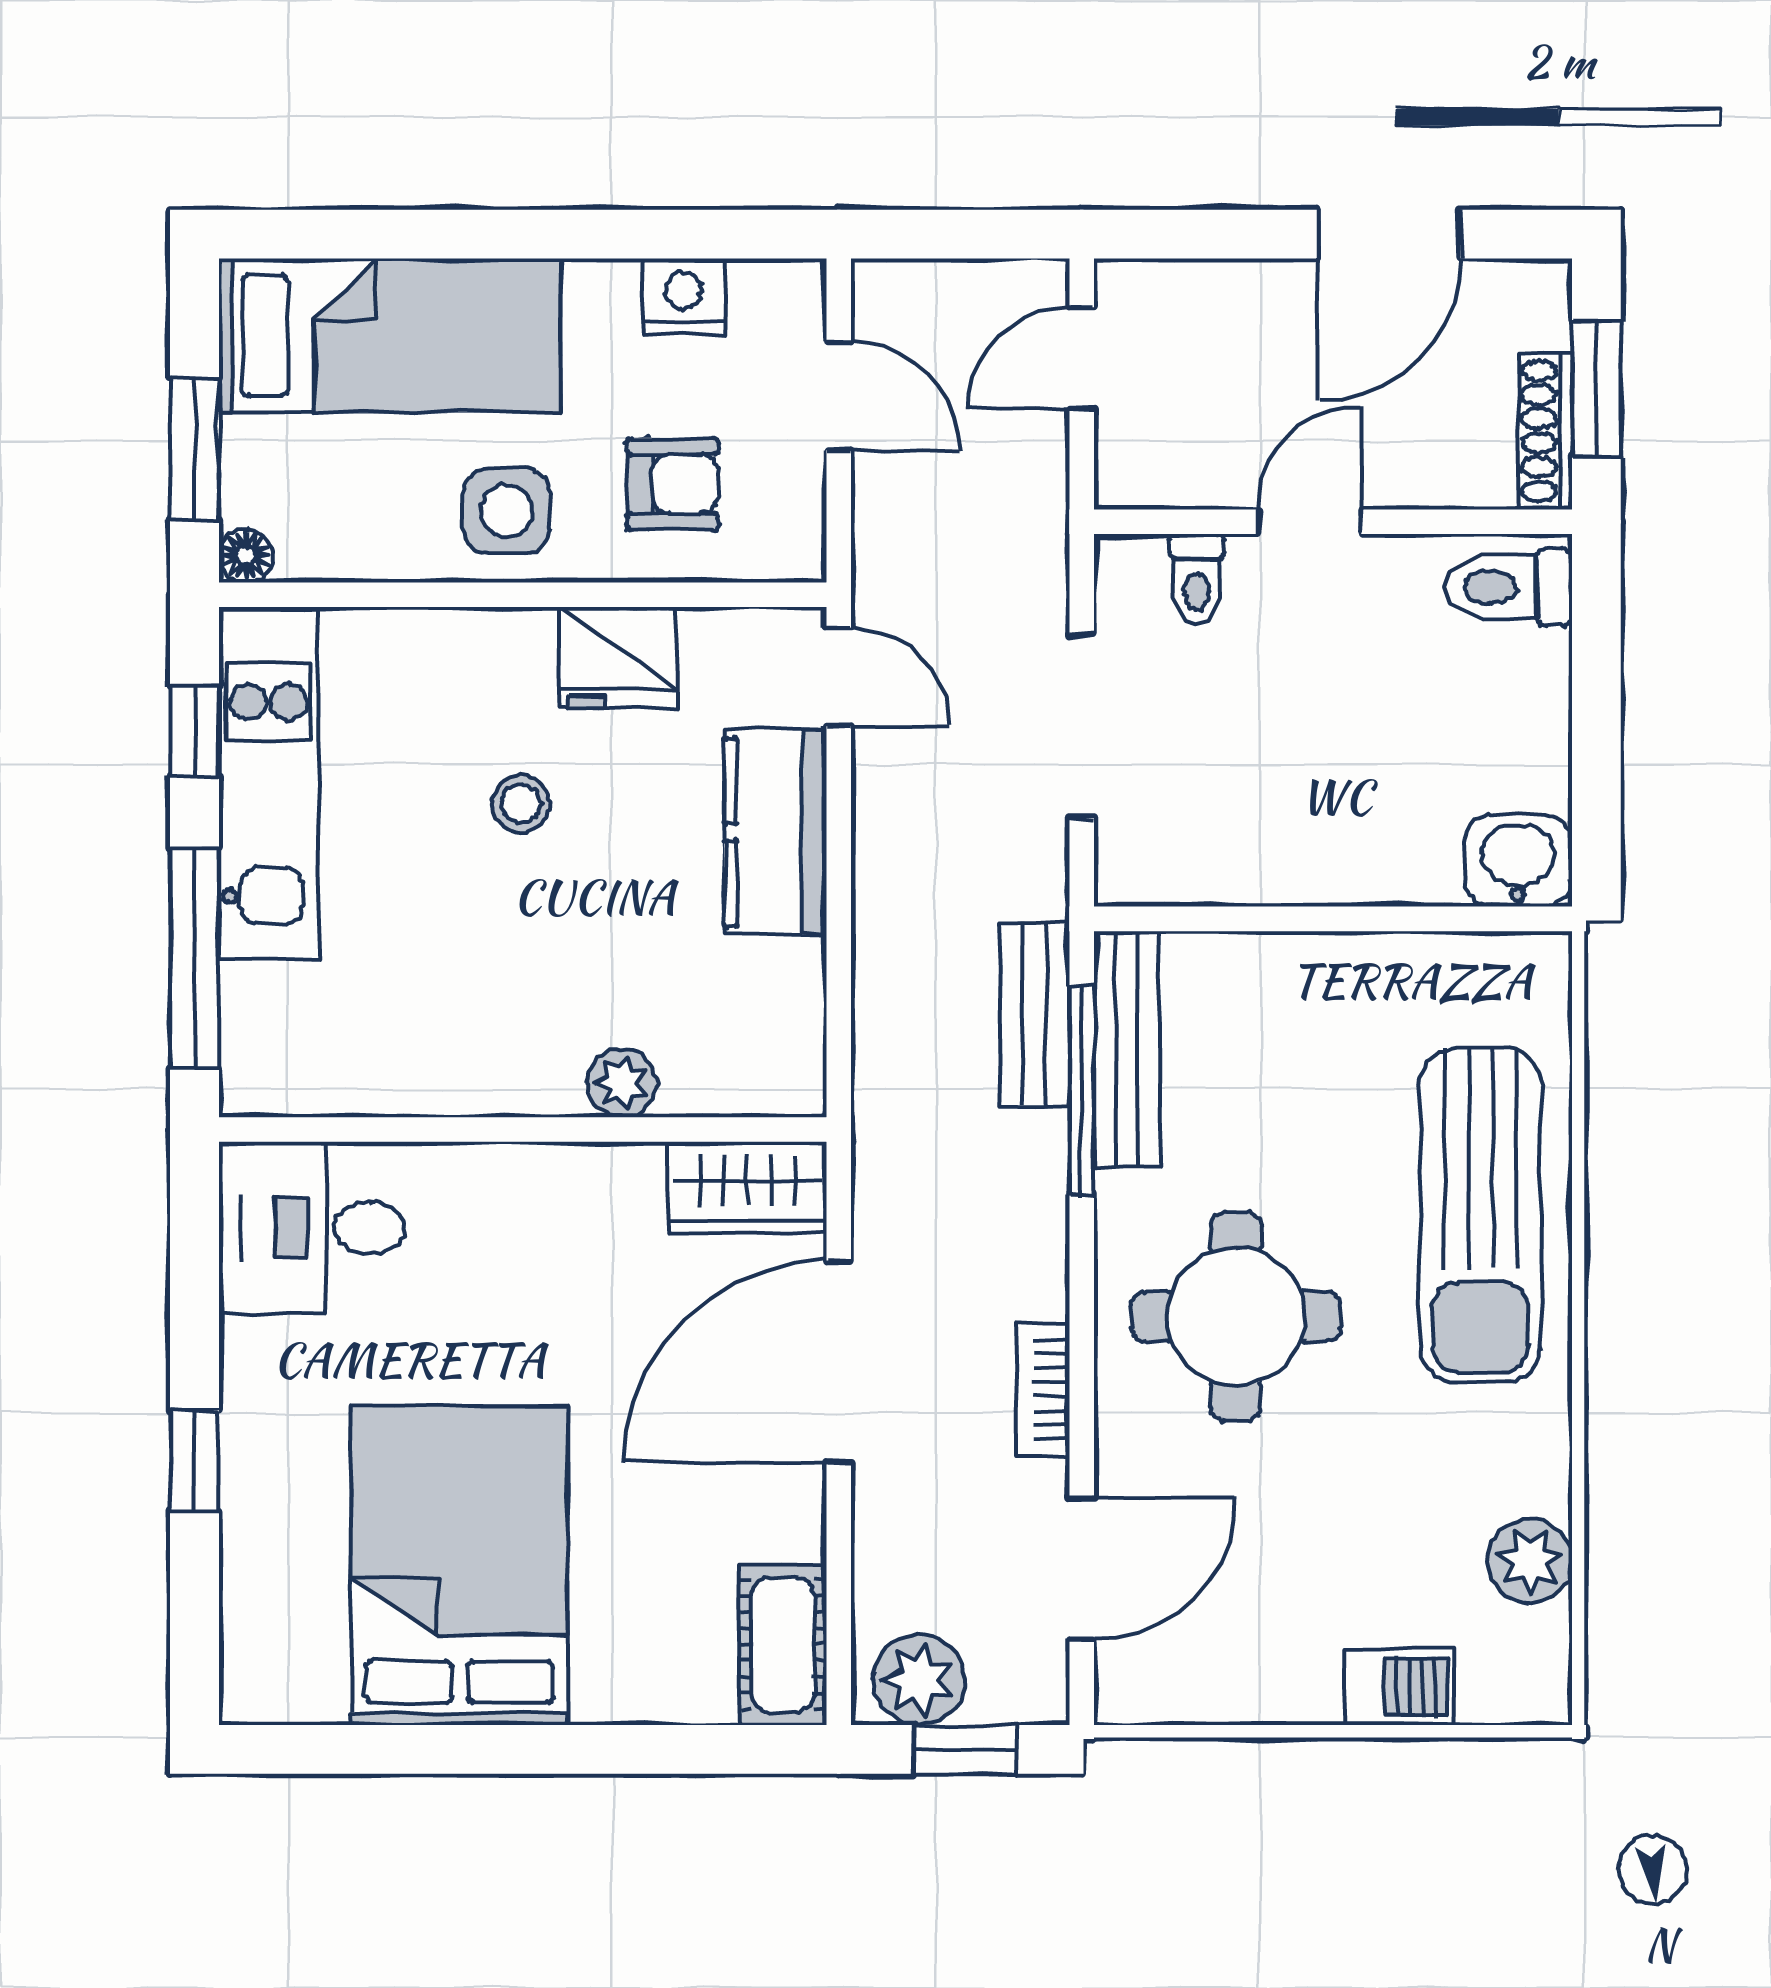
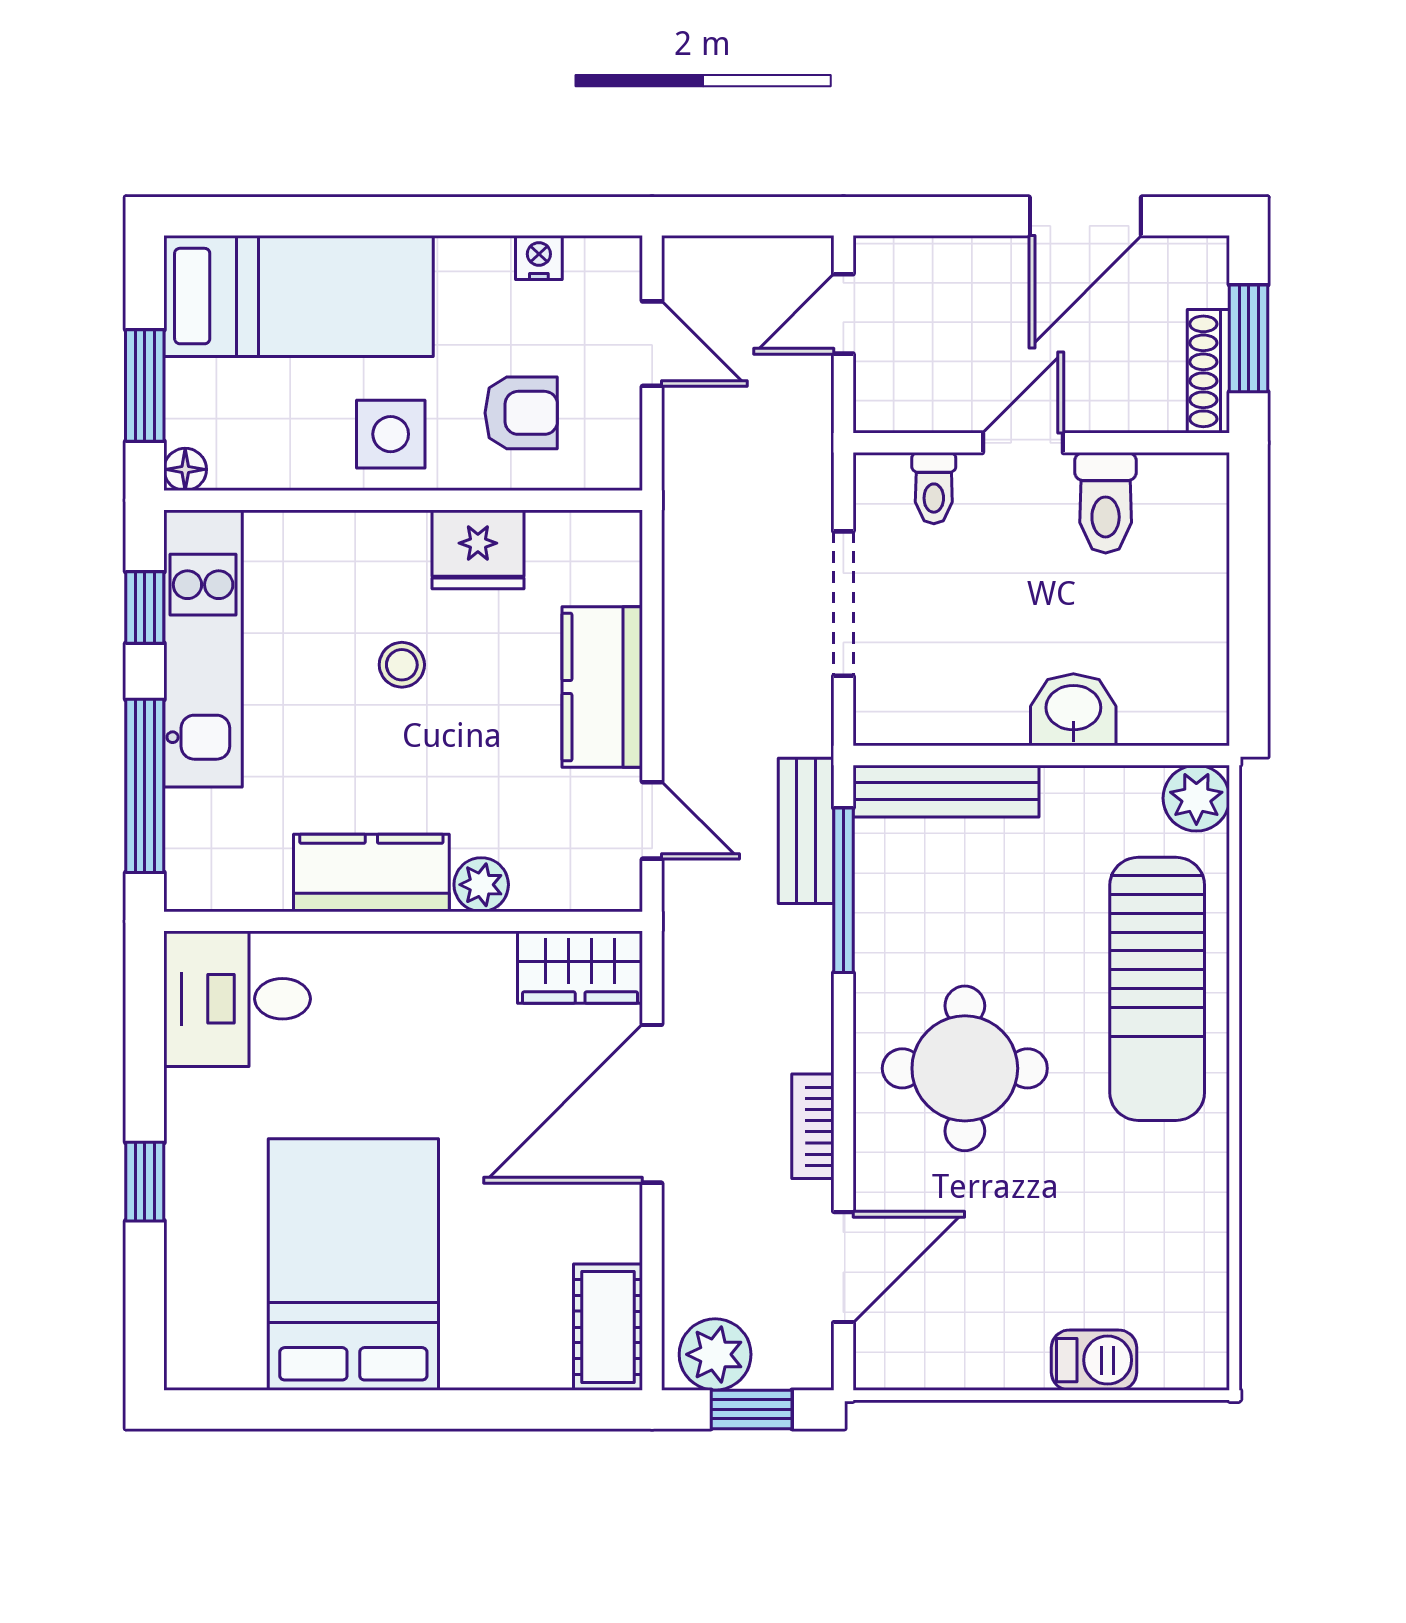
nightstand: (683, 296) -> (539, 257), width x0.72, depth x0.74
toilet: (1508, 587) -> (1106, 503), moved, turned -90
door: (839, 677) -> (652, 820), moved
washbasin: (1518, 861) -> (1073, 710), moved
bench: (1127, 1049) -> (946, 791), moved, turned 90
kitchen counter: (482, 1068) -> (371, 873), added
plant: (1530, 1561) -> (1196, 798), moved

